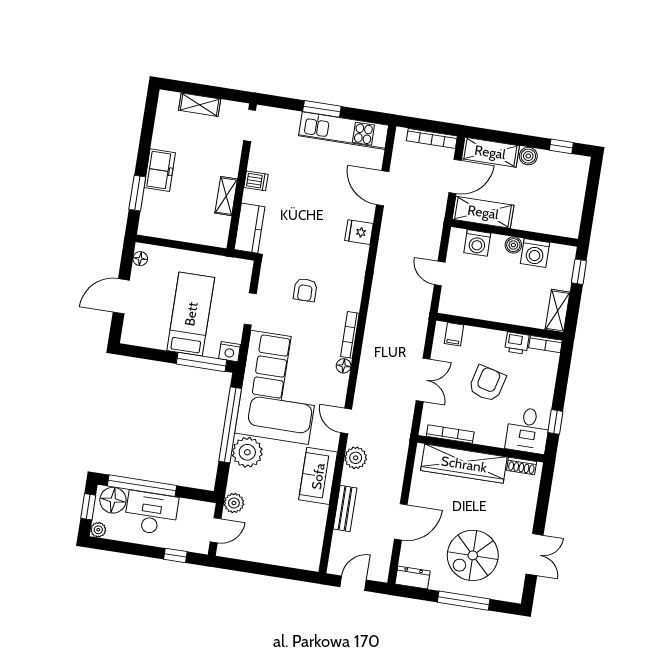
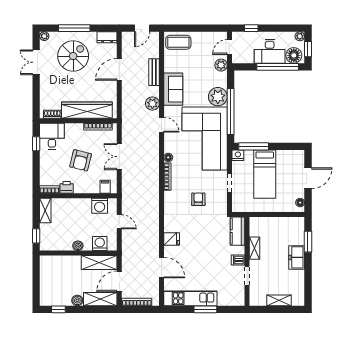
doorway: (250, 125) -> (247, 276), moved
washing machine: (535, 253) -> (100, 206), moved, turned 180
coffee table: (298, 551) -> (178, 42), added
plant: (515, 595) -> (44, 36), added

